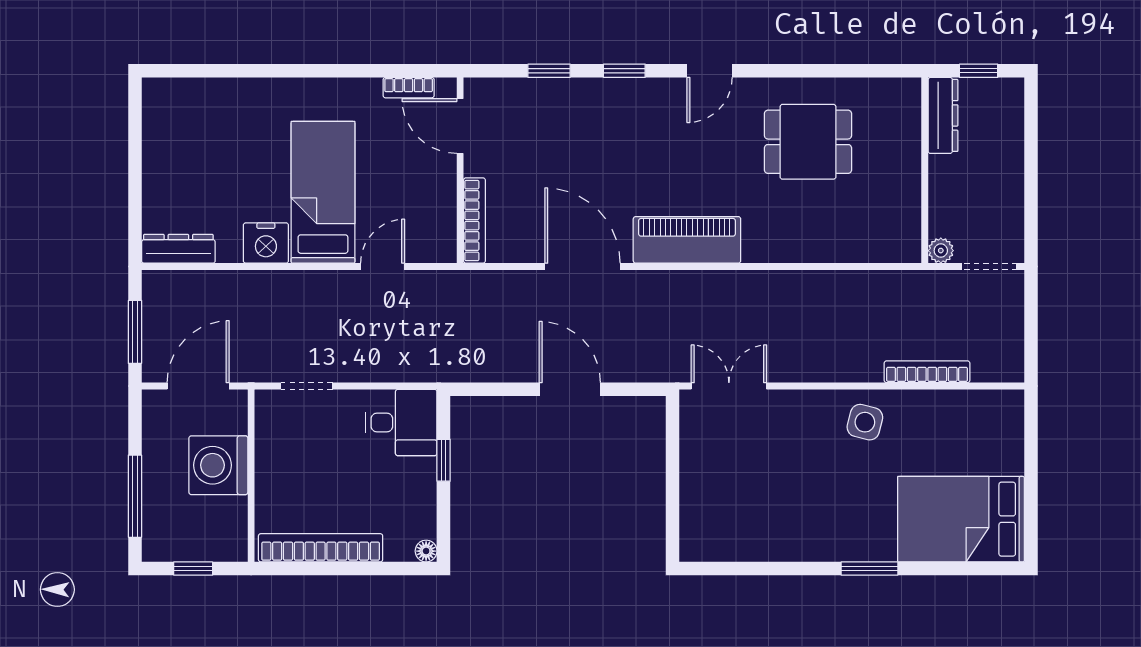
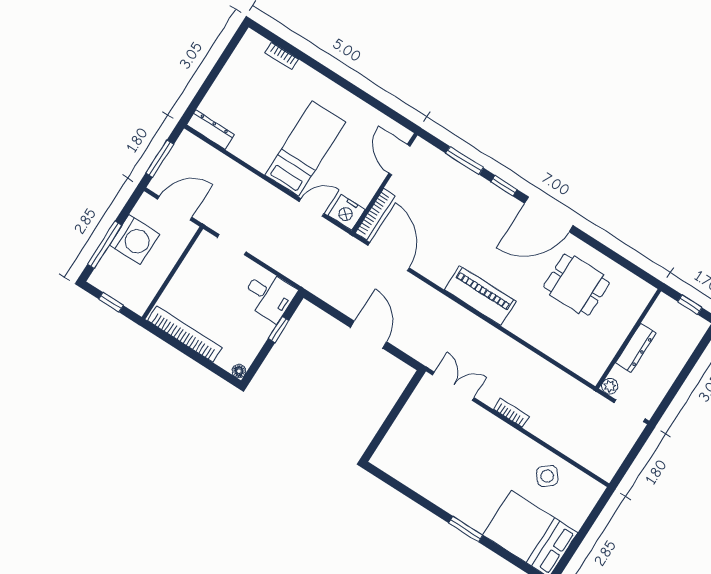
window: (549, 71) -> (465, 161), width x1.50
door: (710, 71) -> (549, 214), width x1.87
bookcase: (409, 88) -> (282, 56), moved
dresser: (943, 115) -> (636, 348), moved
nightstand: (266, 243) -> (347, 212), moved
door: (582, 267) -> (389, 257), moved
bookcase: (927, 372) -> (511, 413), moved, width x0.64
side table: (865, 422) -> (547, 476), moved, turned 38
washing machine: (218, 465) -> (135, 240), moved, turned 180

